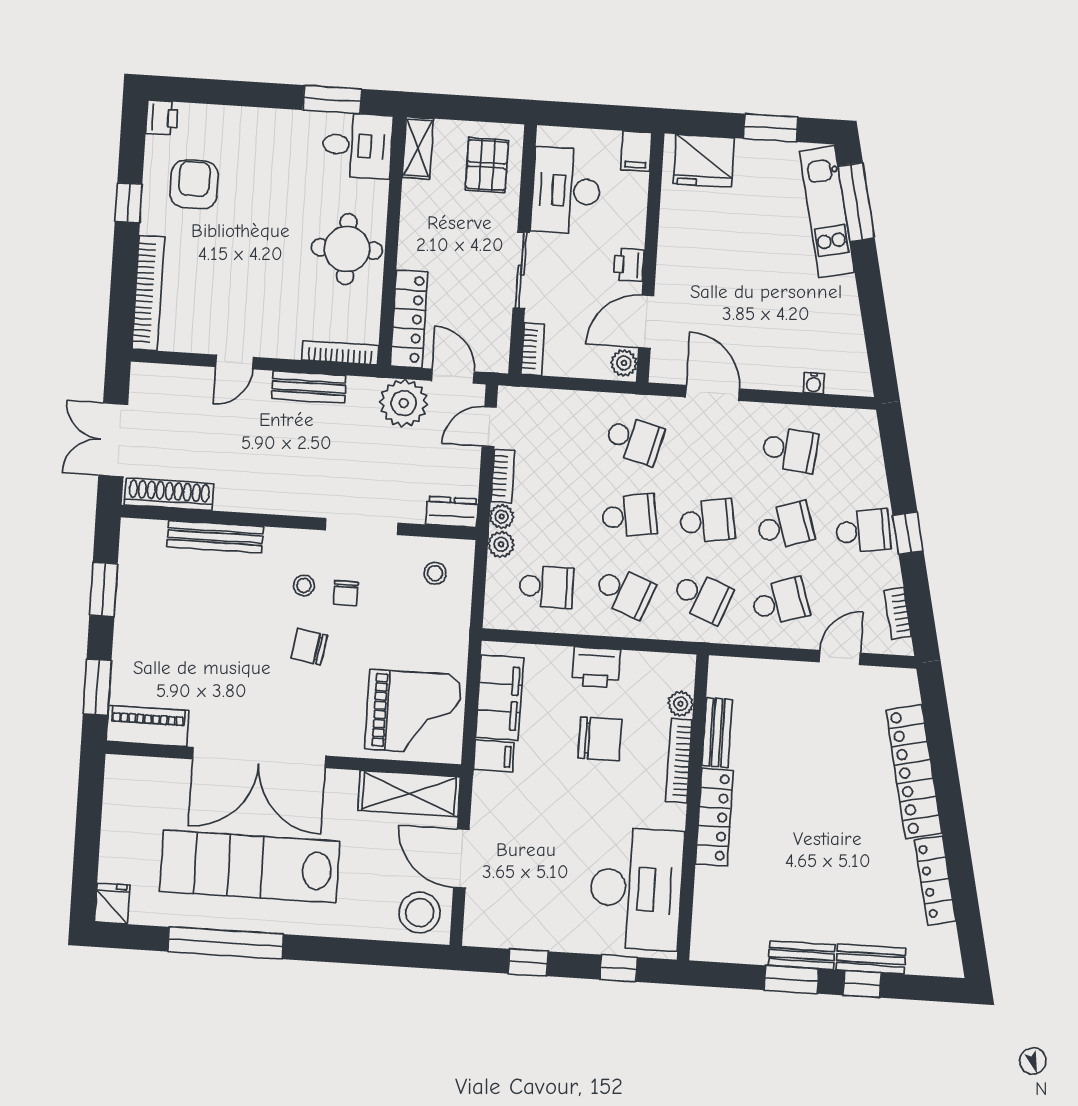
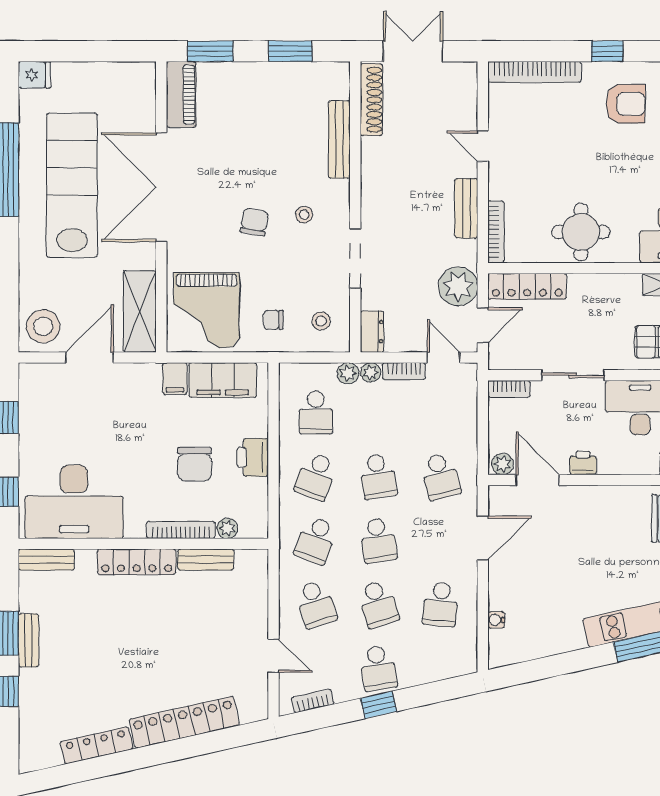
school desk: (634, 440) -> (440, 476), turned -30
chair: (346, 593) -> (273, 320), moved
bench: (871, 959) -> (46, 560), moved, turned 90

